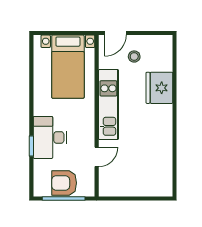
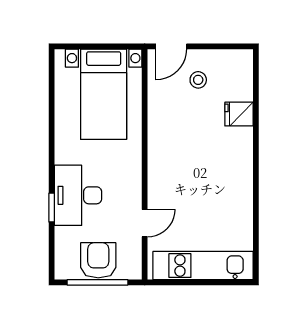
fridge: (159, 88) -> (239, 114), width x0.53, depth x0.75
kitchen unit: (108, 105) -> (203, 266), moved, turned -90
armchair: (64, 183) -> (98, 260), turned 90

